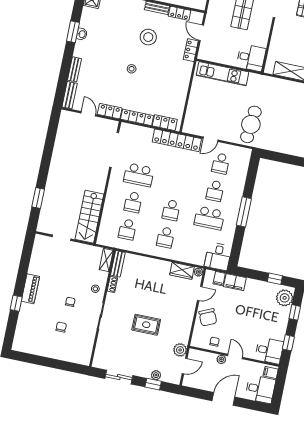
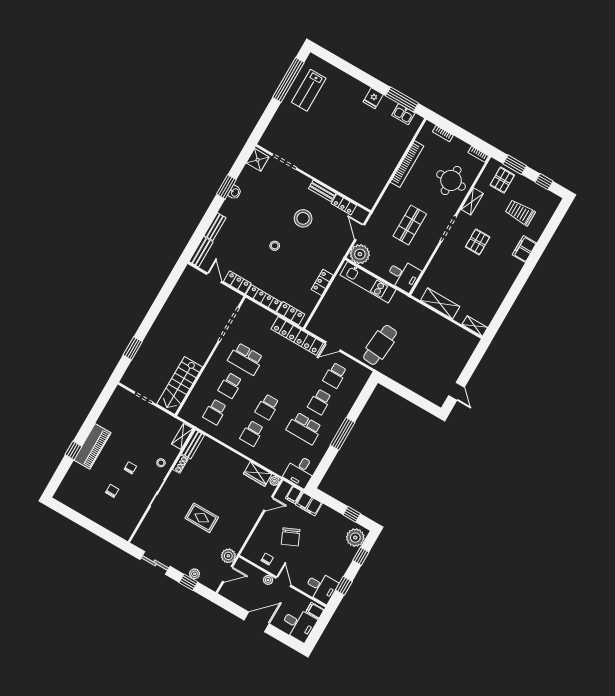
locker: (191, 50) -> (322, 282), moved
plant: (208, 52) -> (360, 254), added
piano: (30, 289) -> (92, 446), width x1.37, depth x1.33
chair: (208, 317) -> (291, 537), moved

